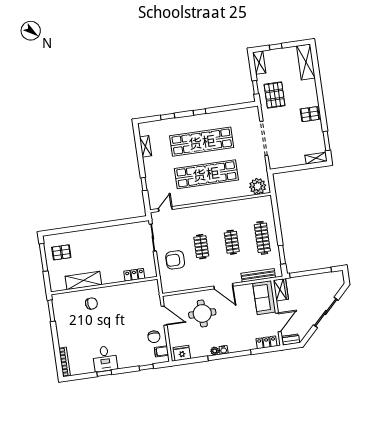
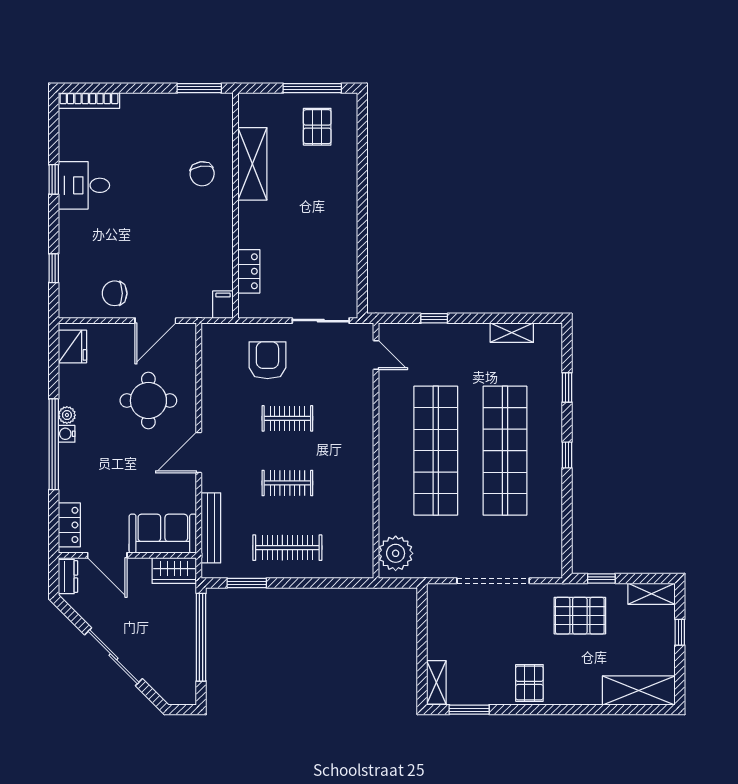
filing cabinet: (161, 351) -> (223, 305), moved

